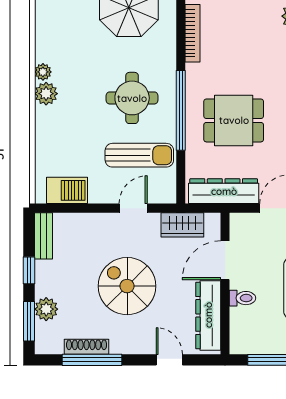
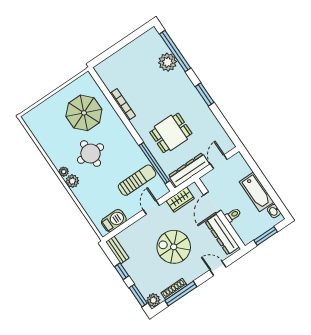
round table: (132, 98) -> (91, 154), moved
window: (181, 110) -> (154, 163), moved
plant: (46, 309) -> (153, 300), moved

